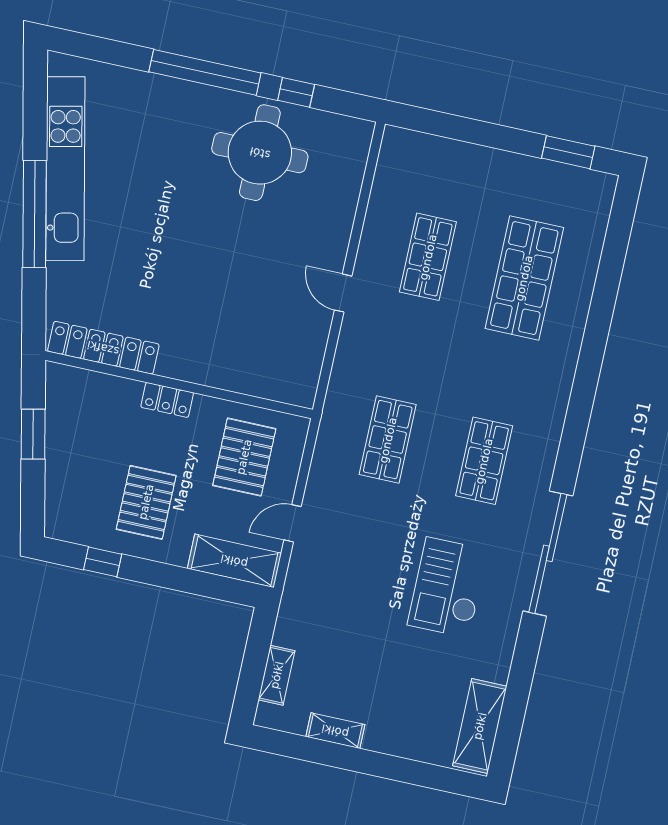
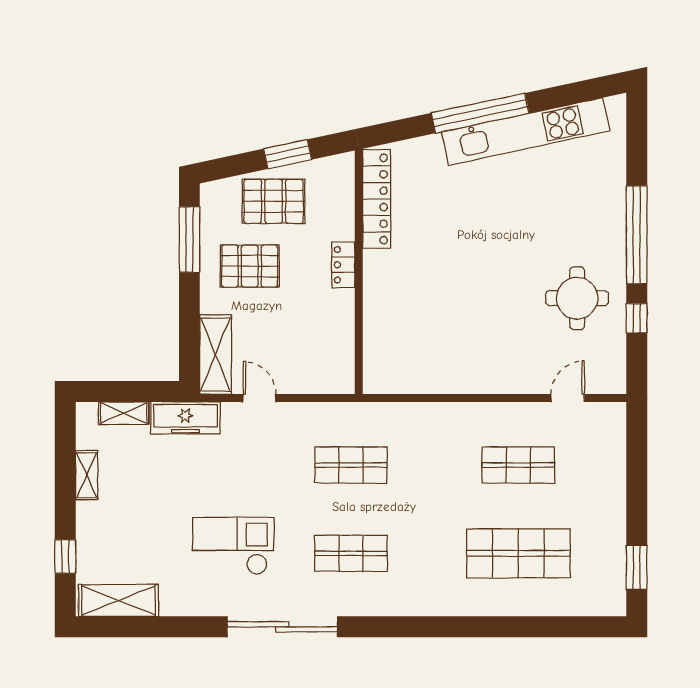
round table: (260, 153) -> (577, 298), width x0.73, depth x0.73
door: (343, 293) -> (568, 398), moved
pallet: (244, 457) -> (274, 201), moved
window: (103, 562) -> (189, 239), width x2.17
freezer: (297, 609) -> (185, 418), added
window: (419, 773) -> (65, 556), added

